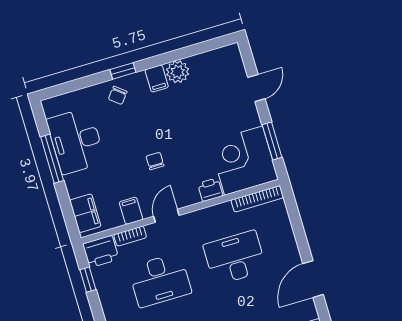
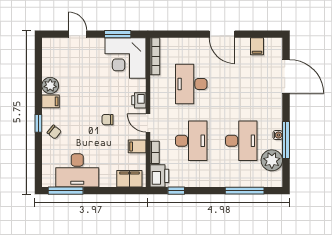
window: (52, 159) -> (66, 191), moved
printer: (210, 190) -> (139, 100), moved

